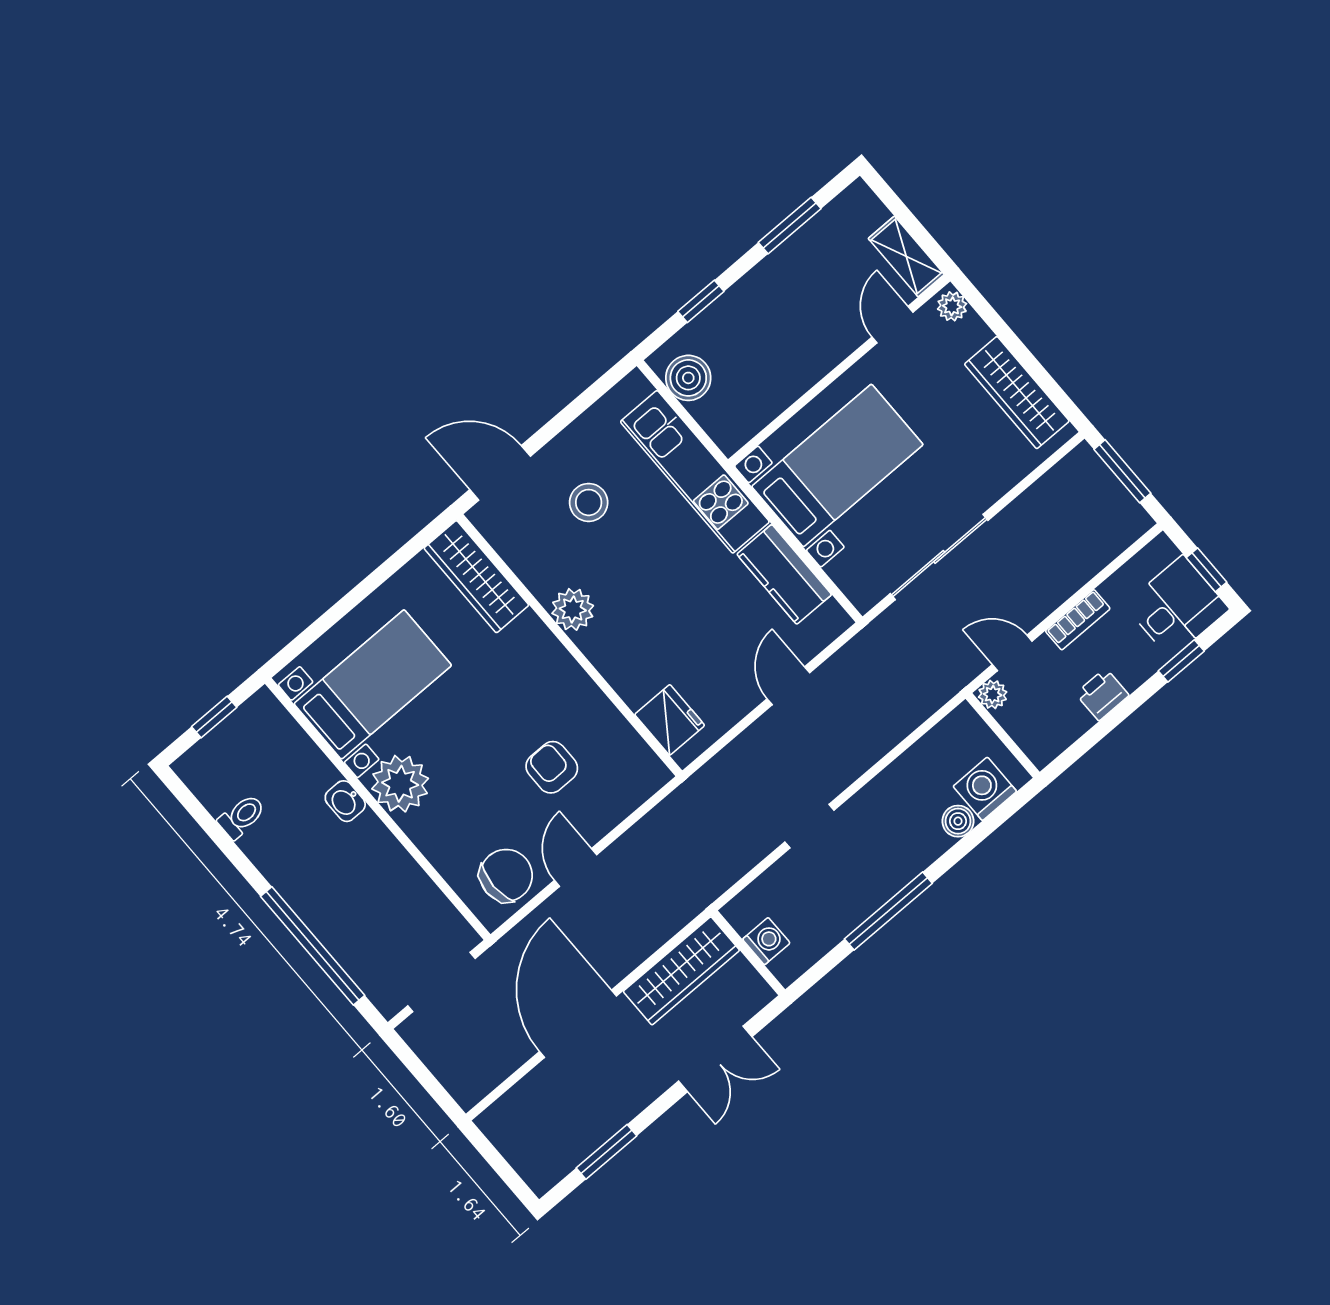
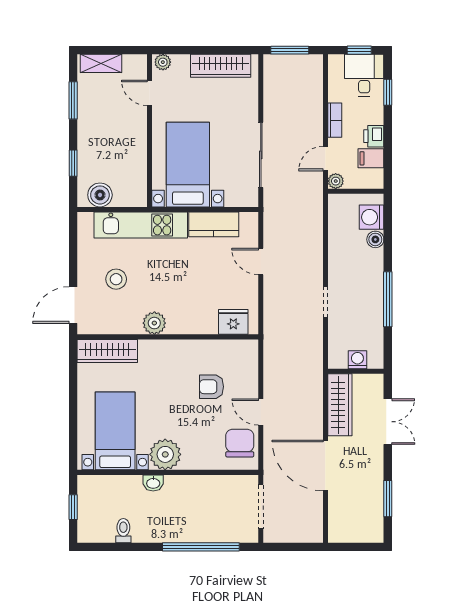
shelving: (906, 256) -> (101, 63), moved
filing cabinet: (1067, 717) -> (371, 158), added

